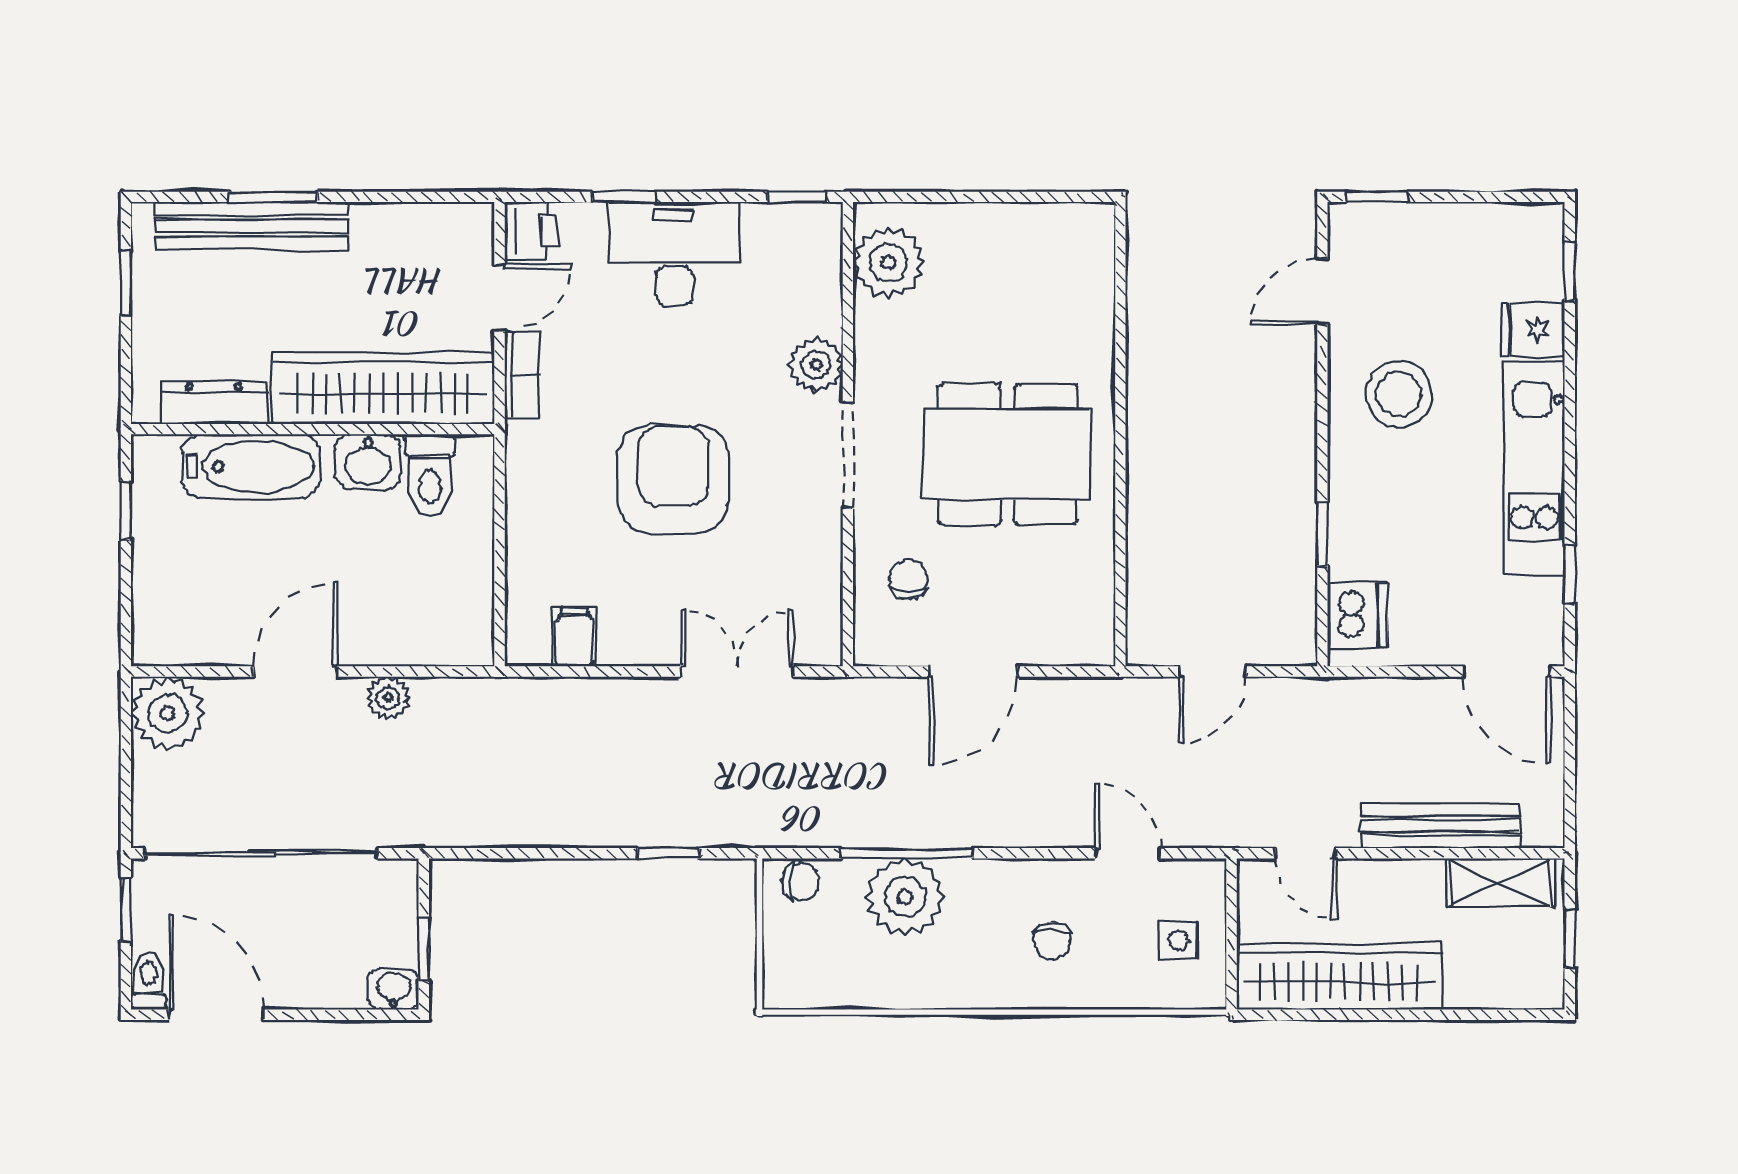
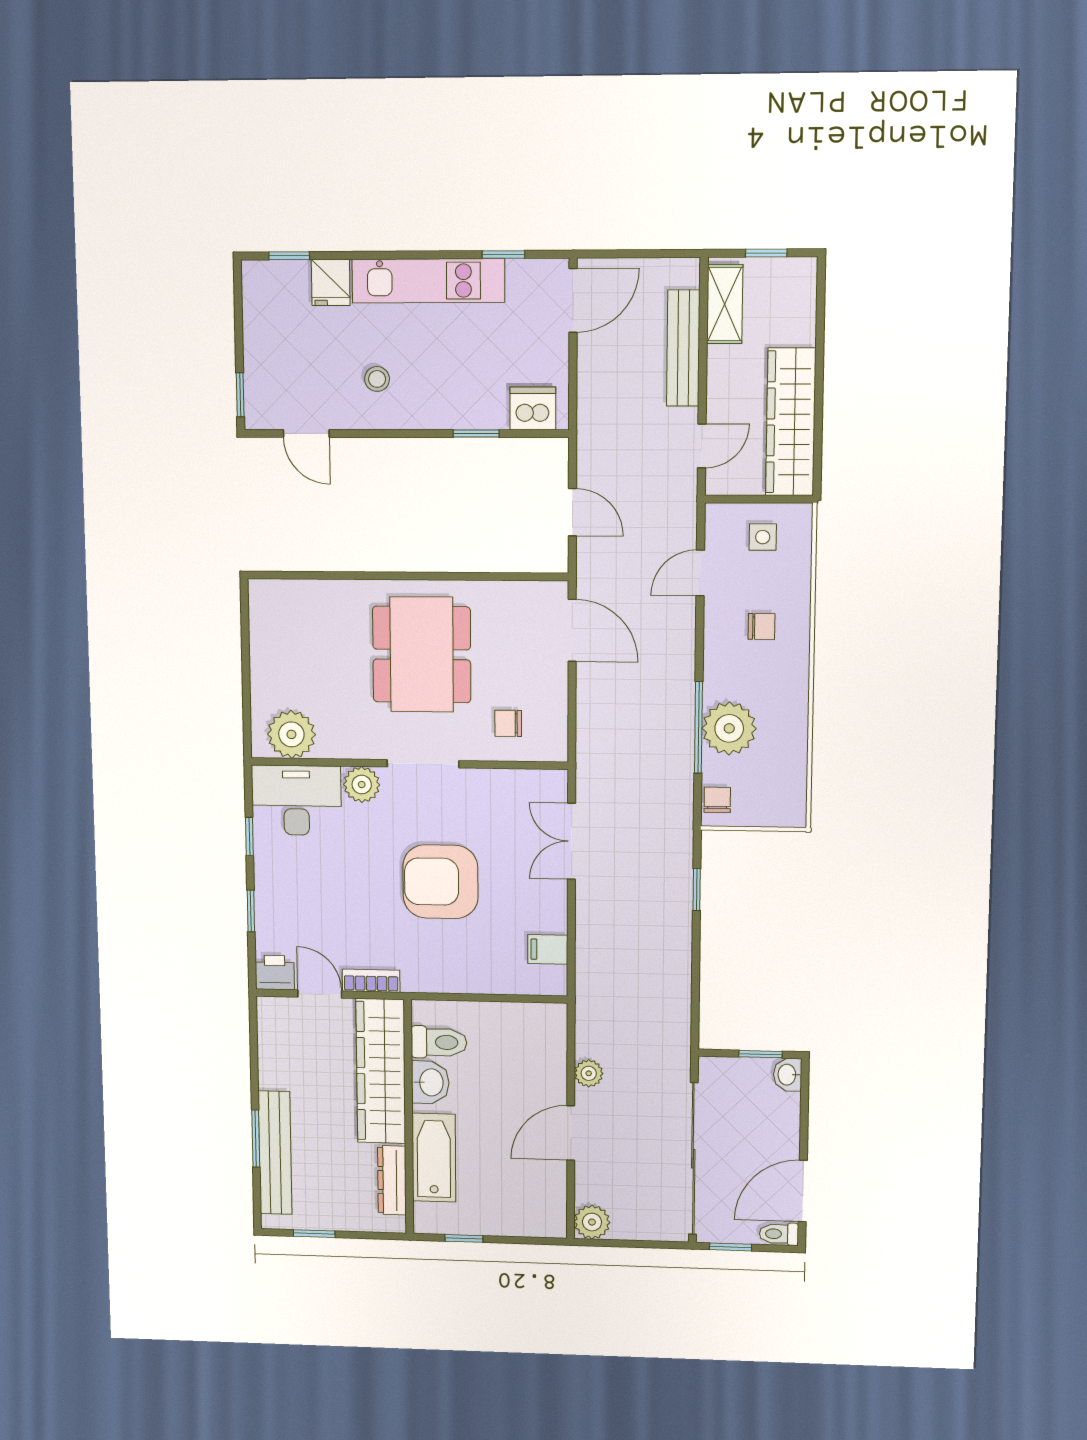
window: (796, 197) -> (249, 837), moved
desk: (674, 254) -> (296, 800), moved, turned 90
stool: (1399, 394) -> (377, 379), width x0.53, depth x0.53
door: (296, 671) -> (571, 1133), hinge flipped
door: (973, 671) -> (572, 630), moved
plant: (168, 713) -> (592, 1222), width x0.73, depth x0.73

